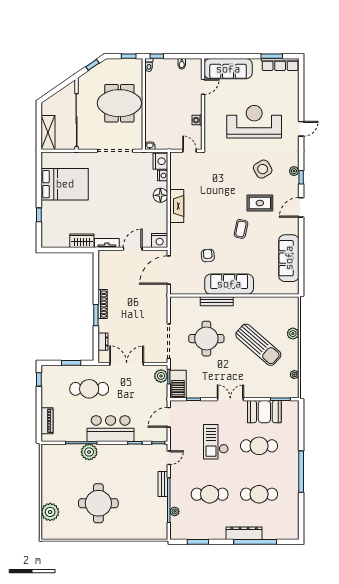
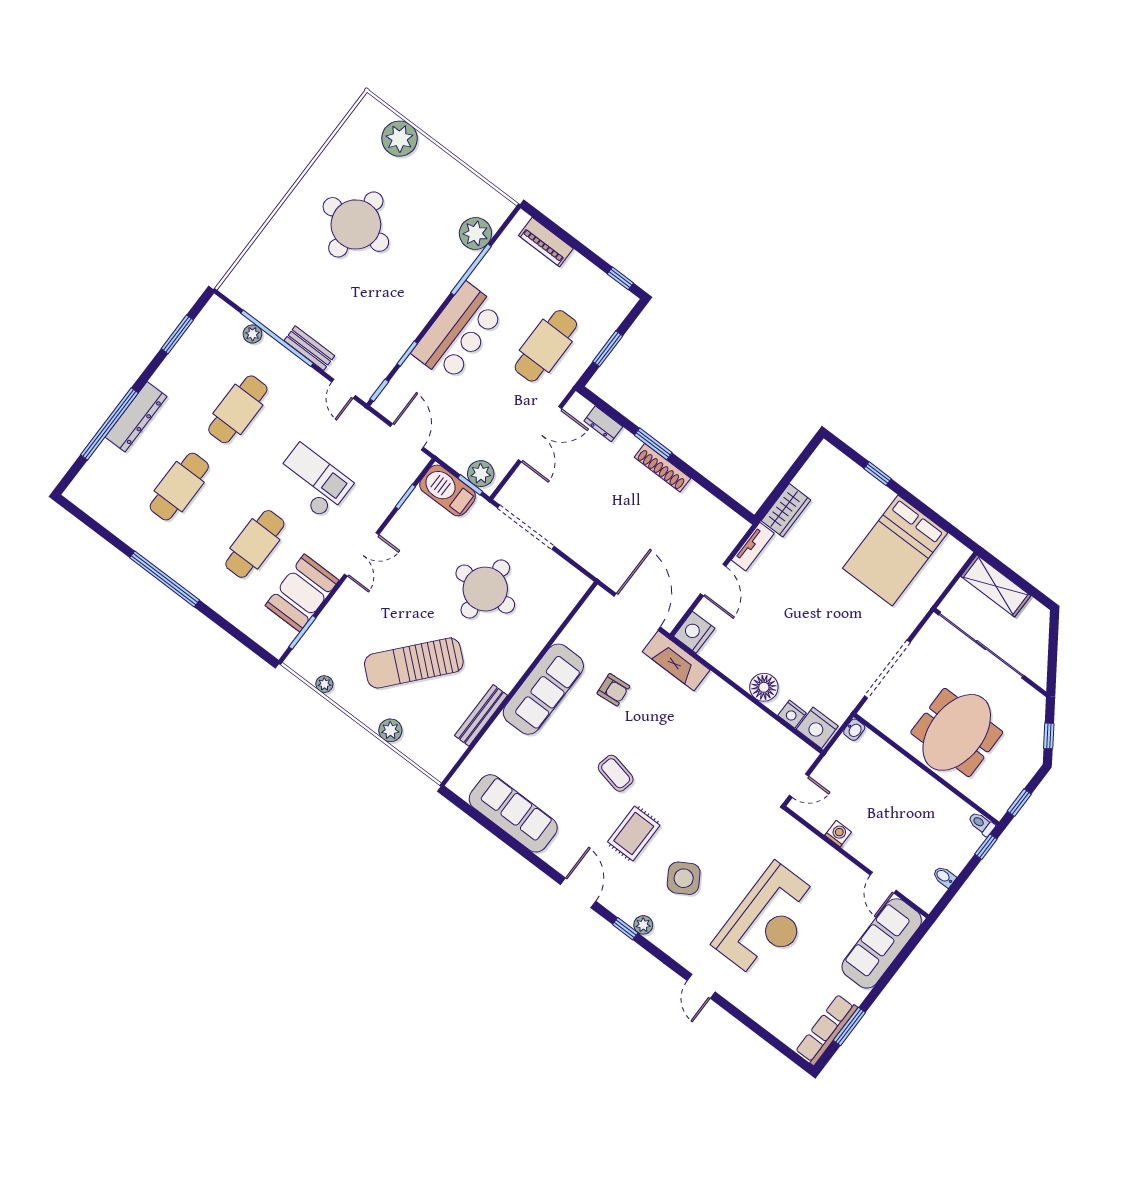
fireplace: (177, 206) -> (676, 661), moved
bench: (217, 301) -> (481, 715), moved
plant: (89, 452) -> (475, 233), moved

